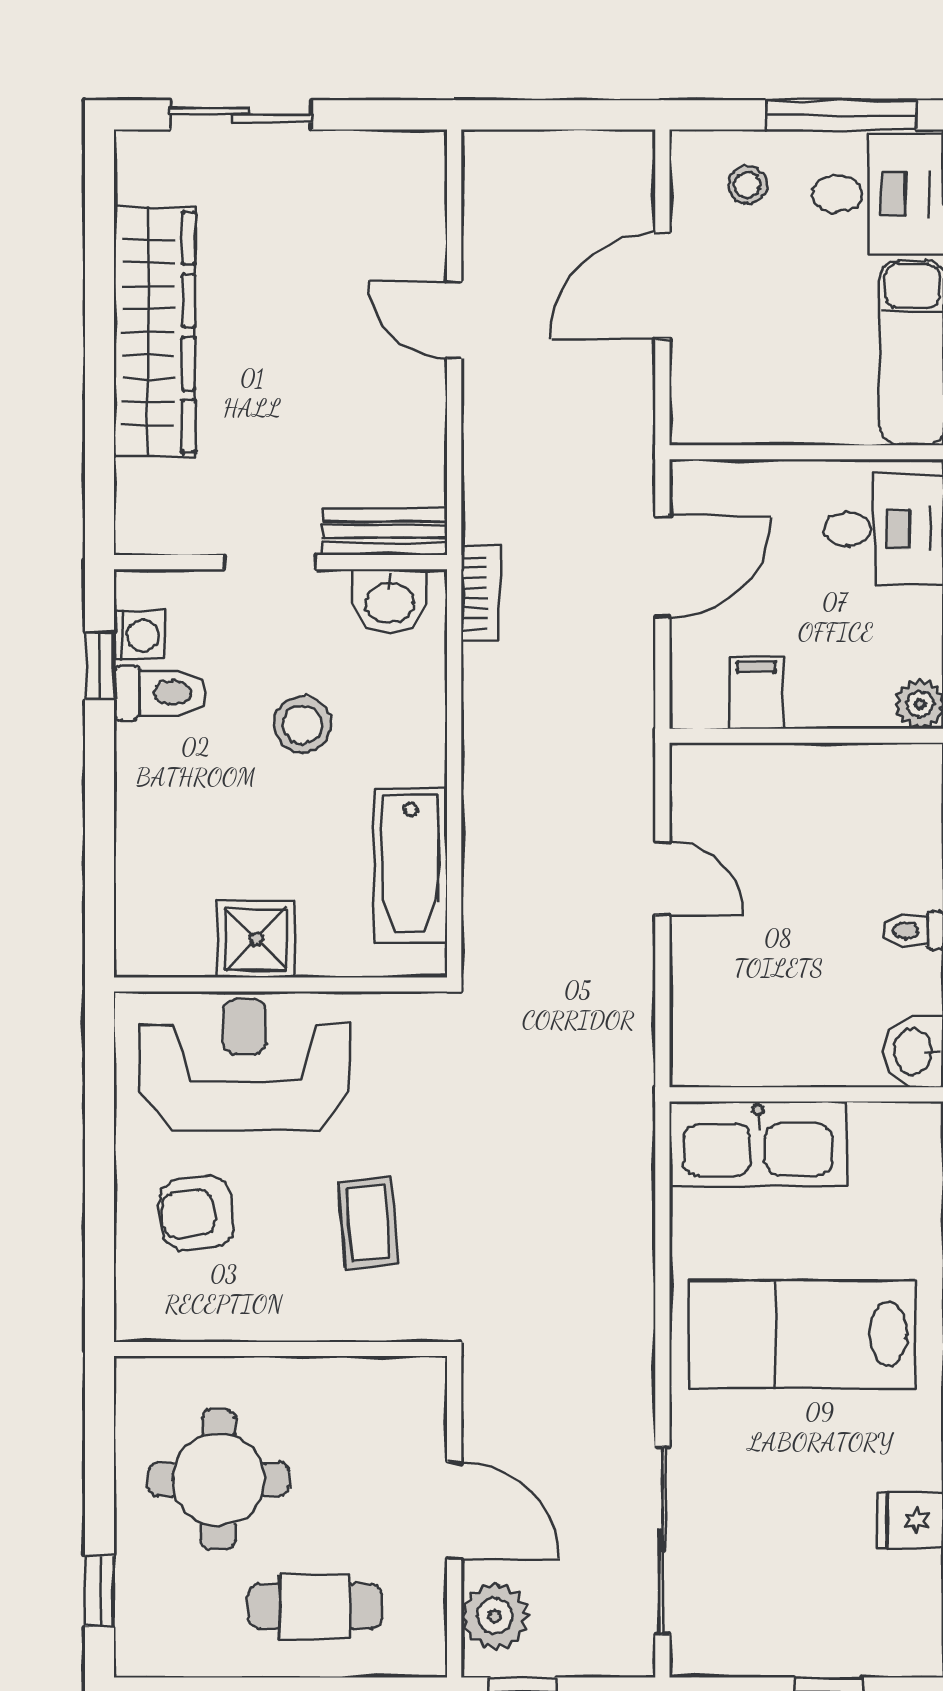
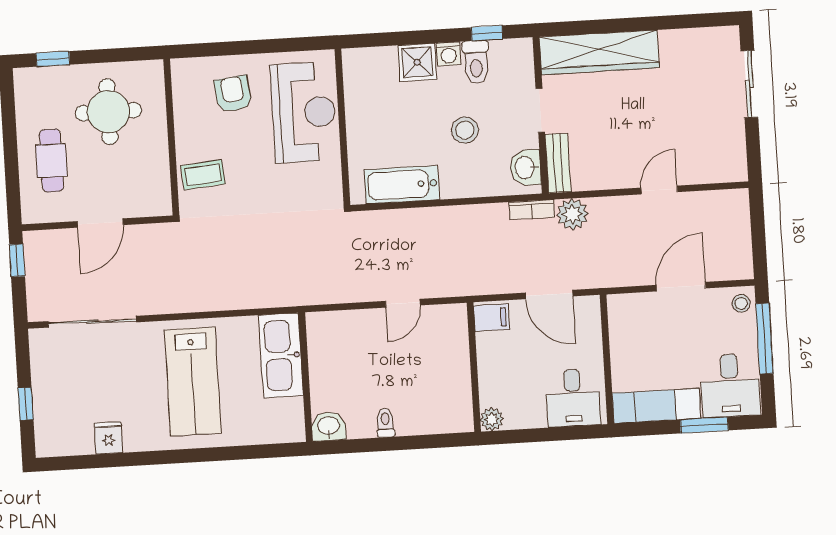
window: (841, 115) -> (764, 339), moved
stool: (747, 185) -> (741, 303), moved
door: (662, 286) -> (681, 287), hinge flipped
wardrobe: (155, 332) -> (599, 52), moved
washing machine: (139, 635) -> (449, 54), moved
filing cabinet: (756, 692) -> (491, 318), moved
shower: (256, 939) -> (417, 62), moved
coffee table: (369, 1223) -> (203, 175), moved
lab bench: (802, 1334) -> (193, 382), turned 180
plant: (495, 1616) -> (572, 214), moved

